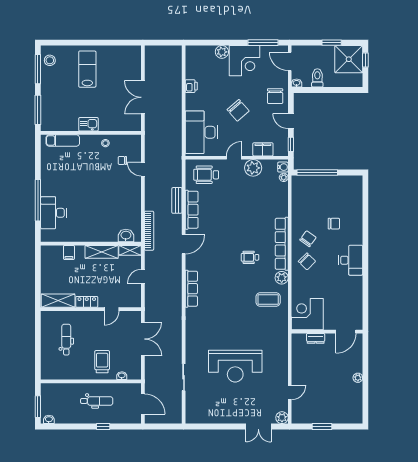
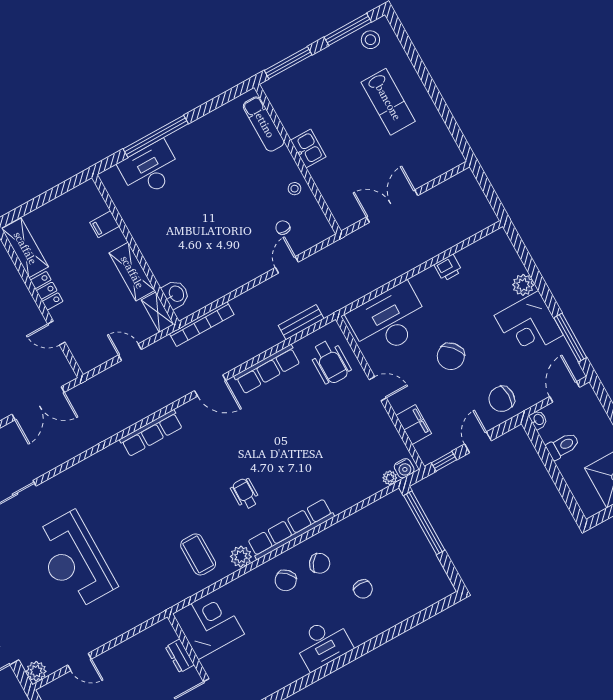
lab bench: (87, 69) -> (388, 102), turned 90
plant: (253, 168) -> (379, 425), removed
wheelchair: (206, 175) -> (330, 362), turned 180
bench: (177, 200) -> (301, 322), moved

